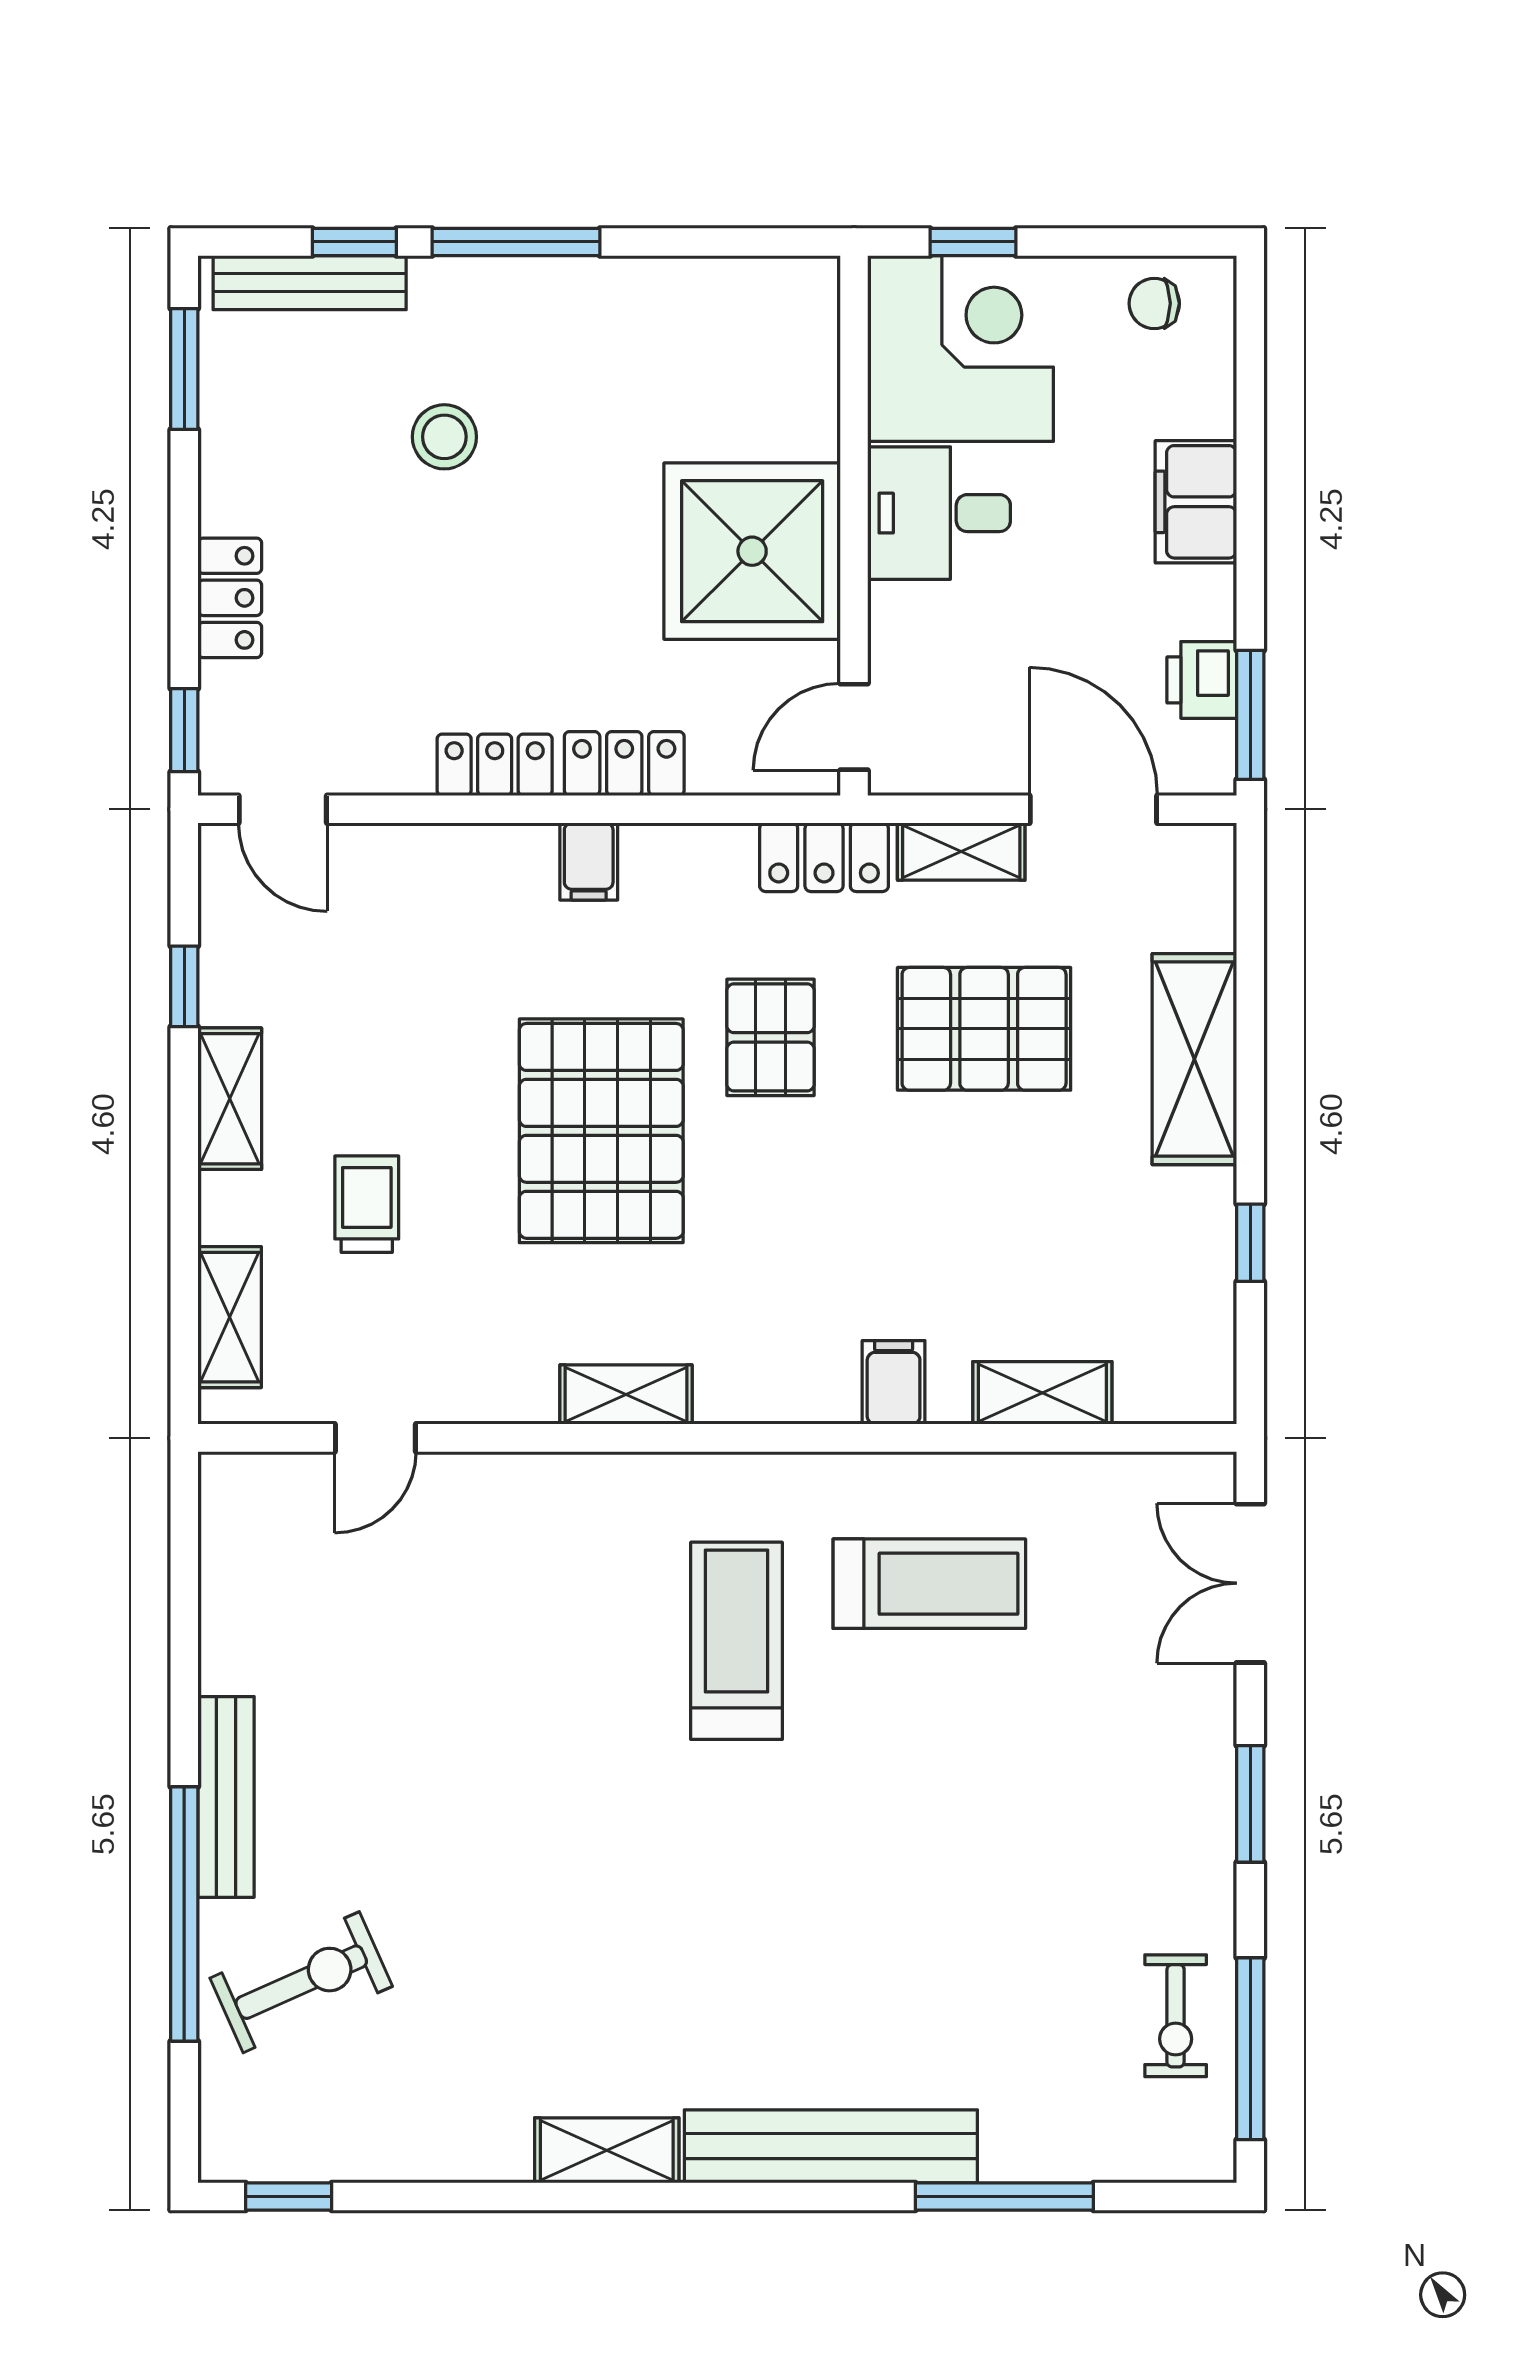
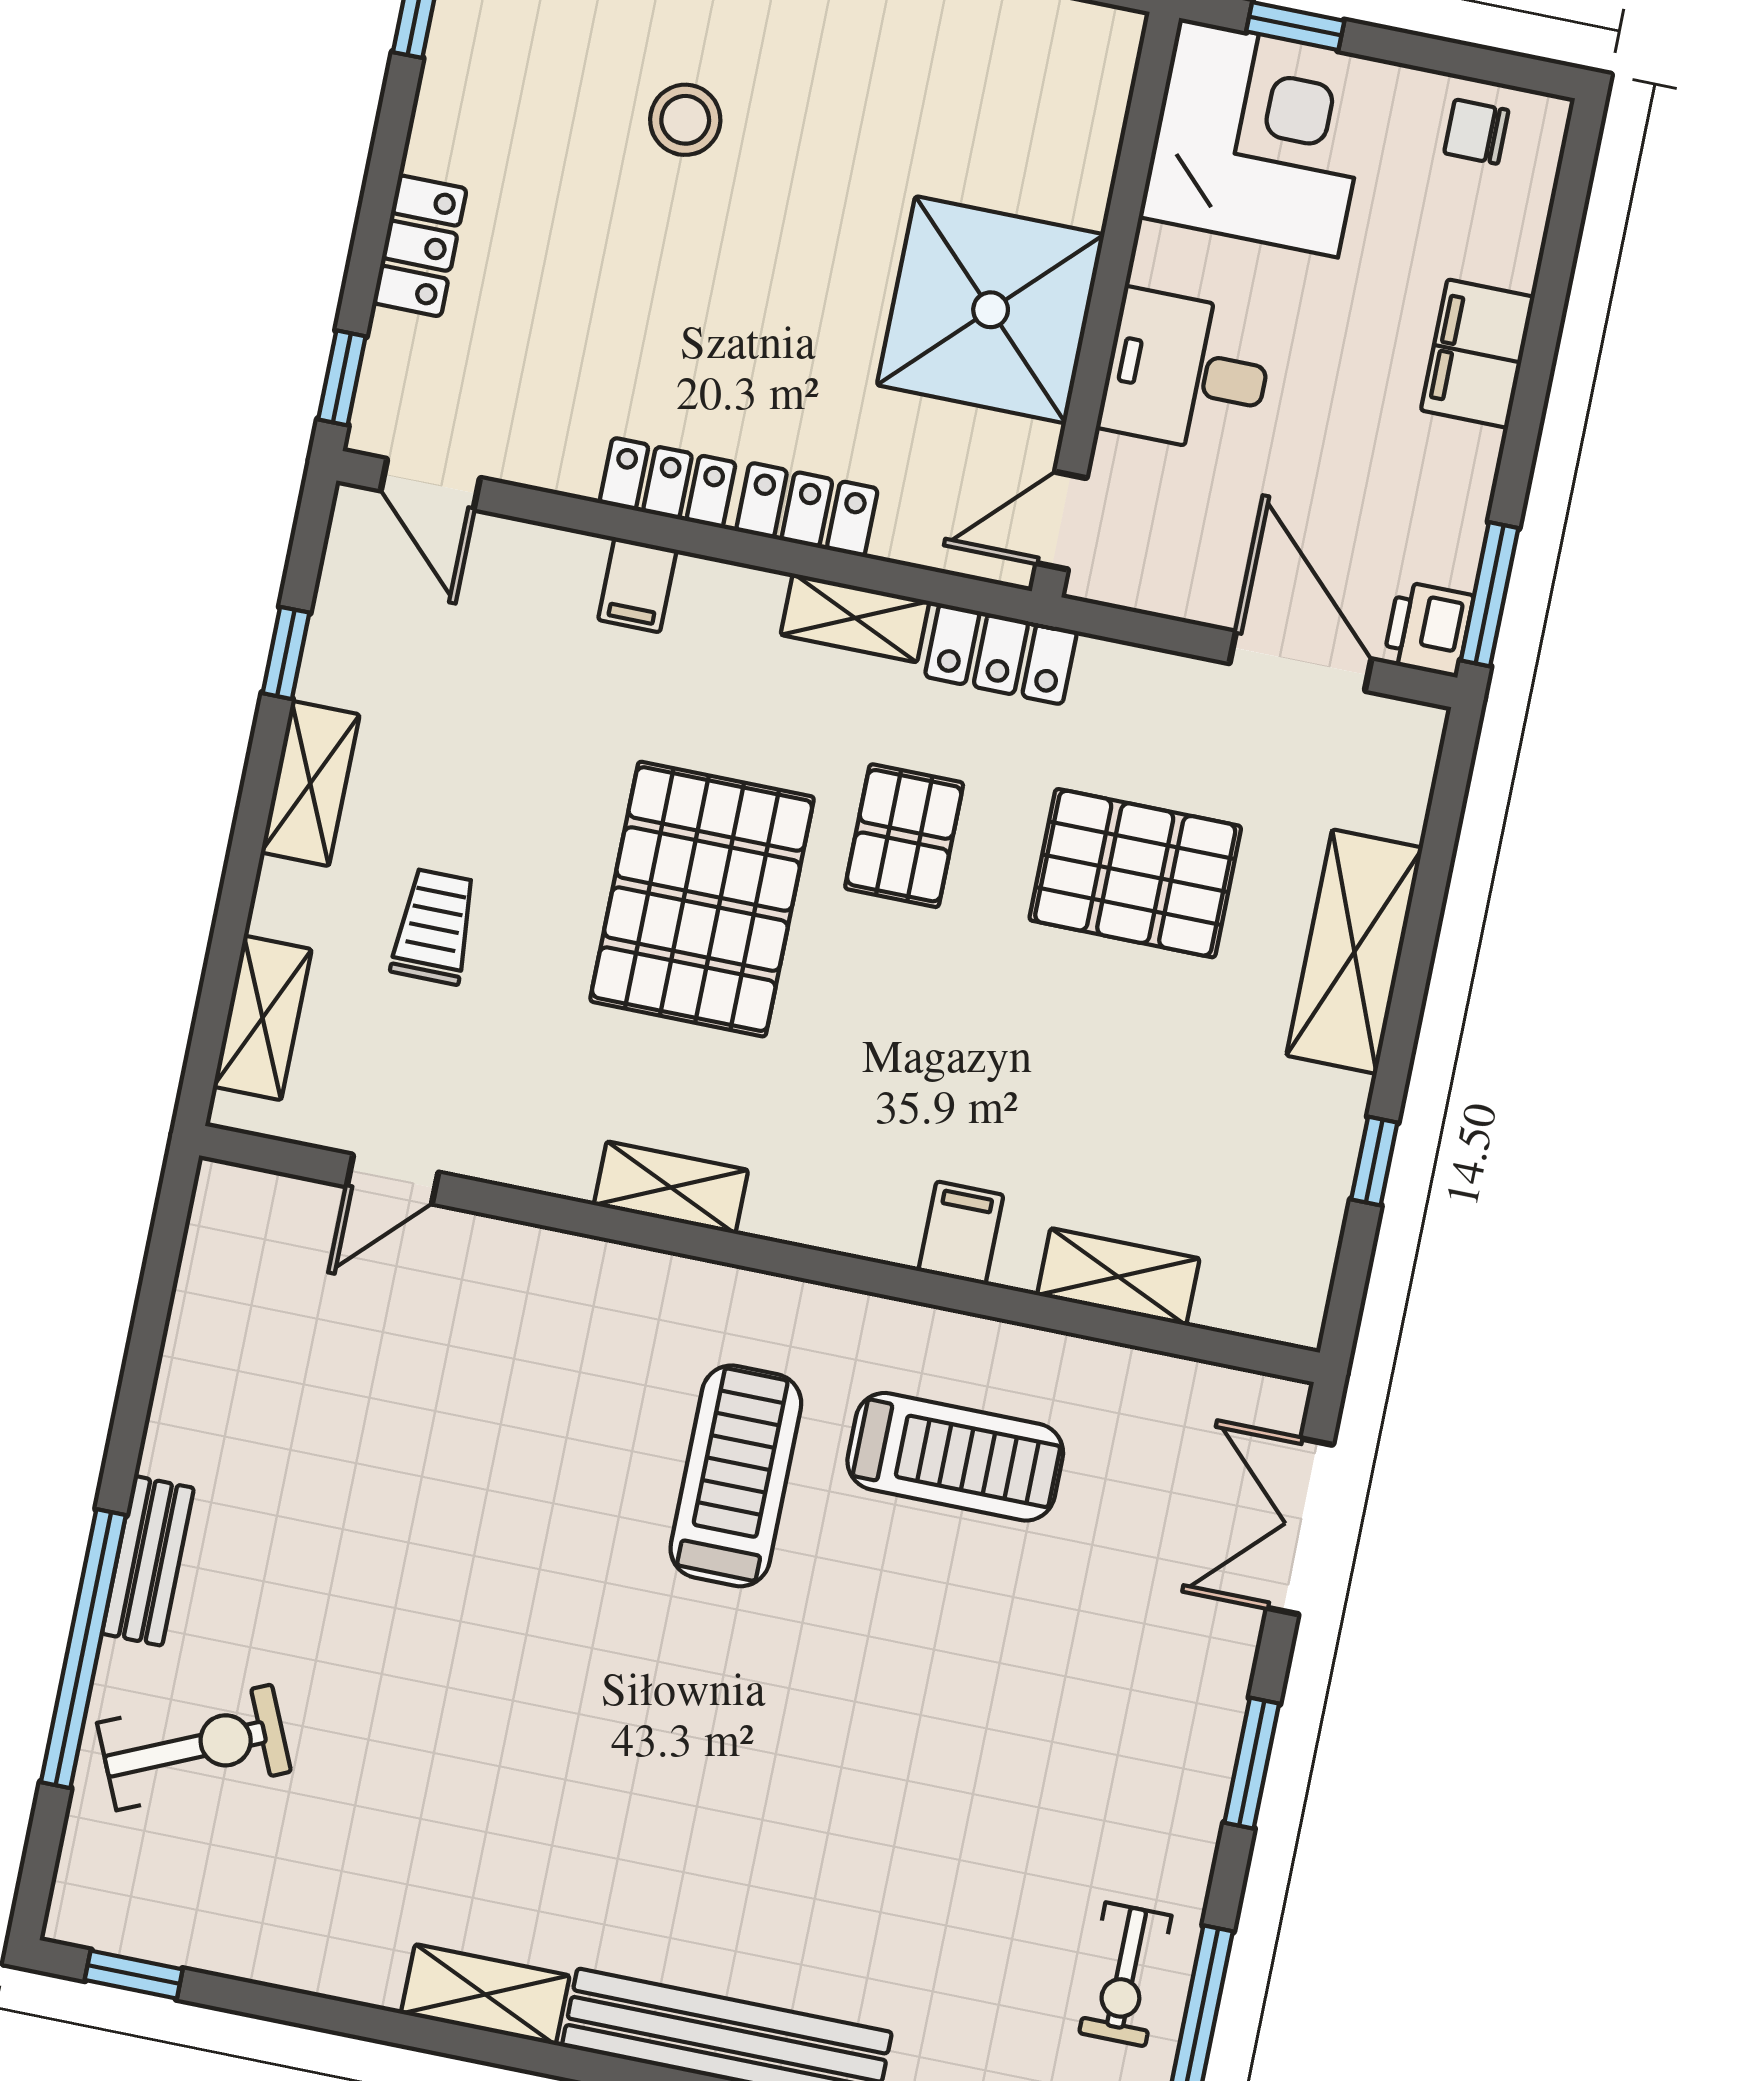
desk: (939, 513) -> (1187, 372), moved
printer: (1202, 680) -> (1428, 629), moved
shelving: (961, 852) -> (855, 618), moved
filing cabinet: (589, 861) -> (637, 585), moved
bench: (226, 1797) -> (148, 1561), width x0.73

